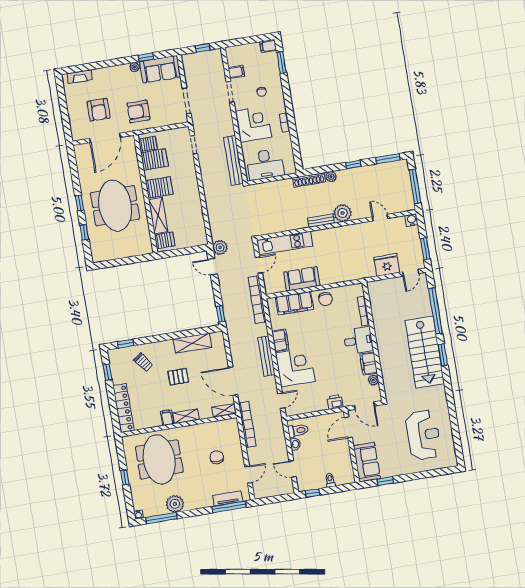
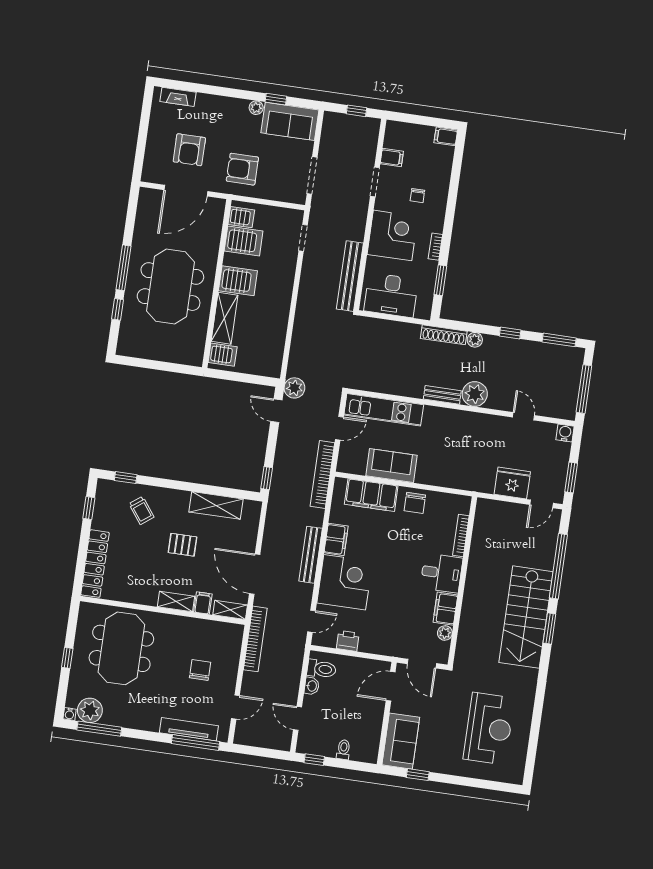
window: (282, 62) -> (440, 280), moved
window: (79, 203) -> (123, 268), width x2.17
printer: (335, 402) -> (348, 641), moved
filing cabinet: (167, 418) -> (203, 603), moved
tv unit: (228, 498) -> (189, 729), width x1.41
plant: (175, 504) -> (90, 710), moved

